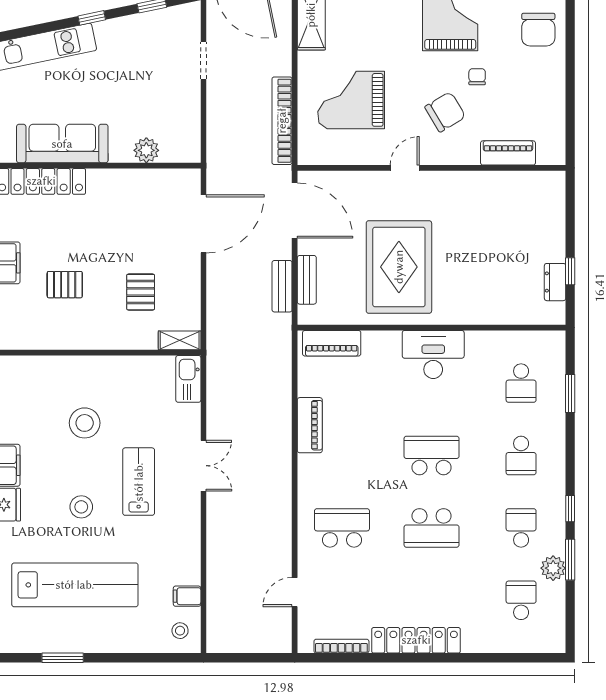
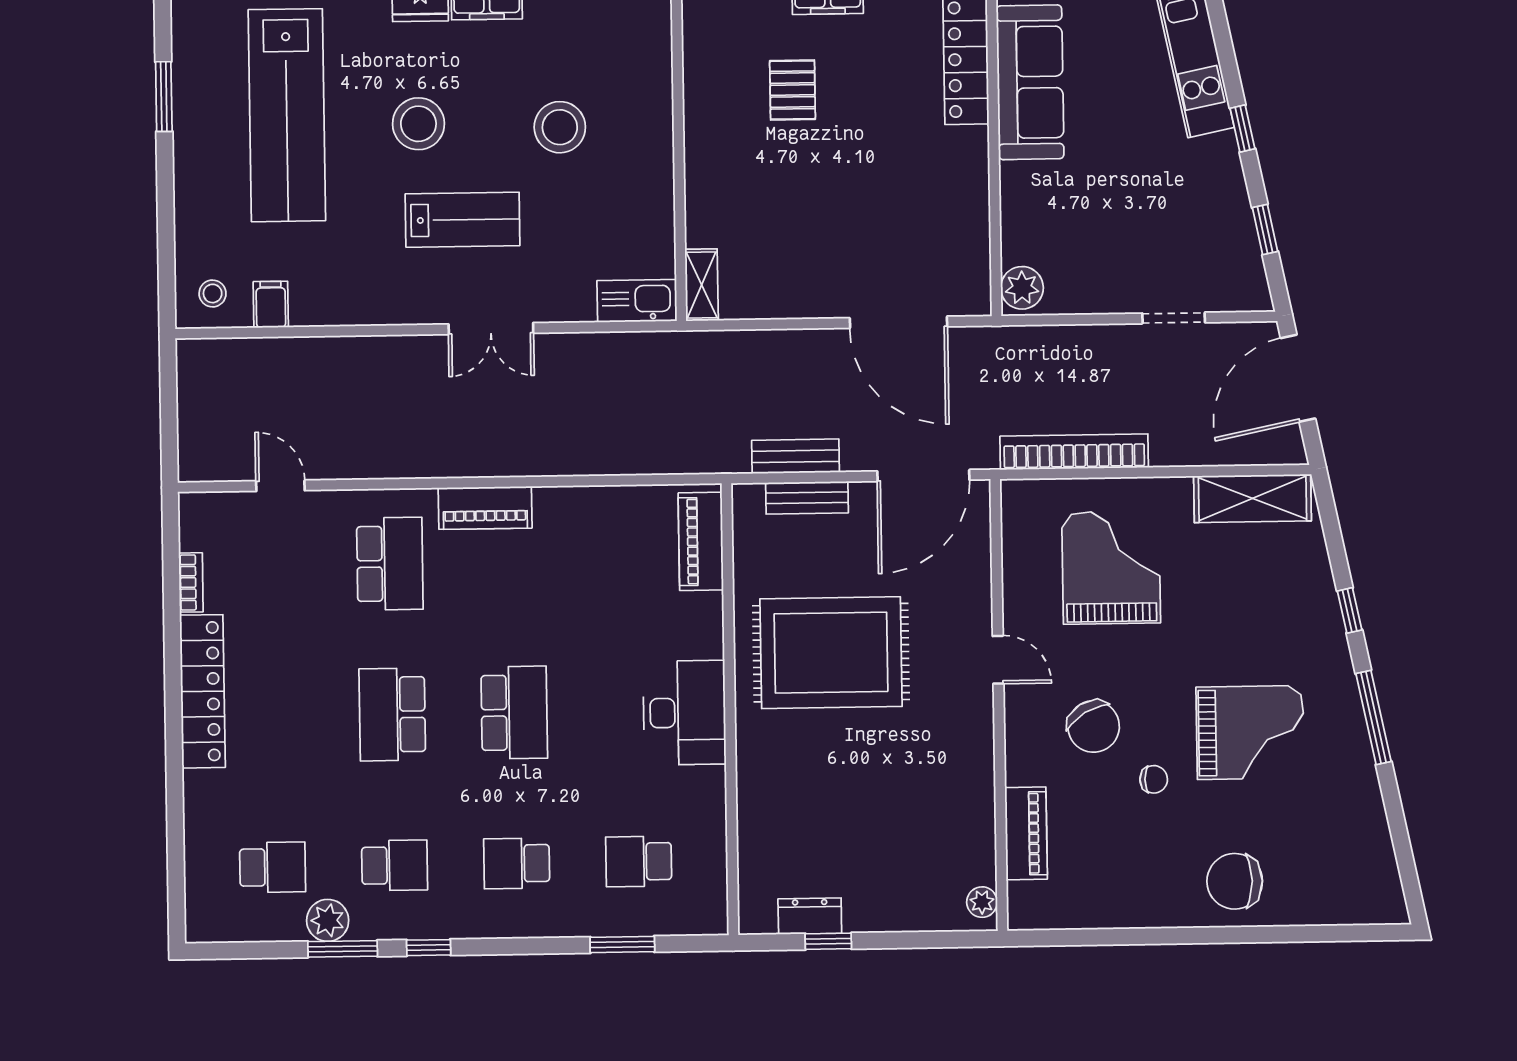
plant: (146, 150) -> (1022, 288), moved
plant: (548, 180) -> (982, 902), added
pallet: (141, 292) -> (782, 218), removed
piano: (310, 425) -> (485, 508), moved
stool: (81, 507) -> (418, 124), width x1.38, depth x1.38
bookcase: (341, 646) -> (191, 582), width x0.64

